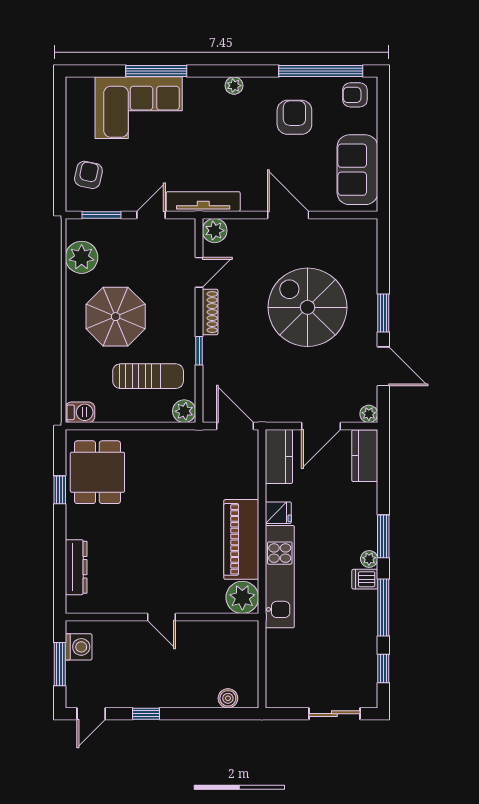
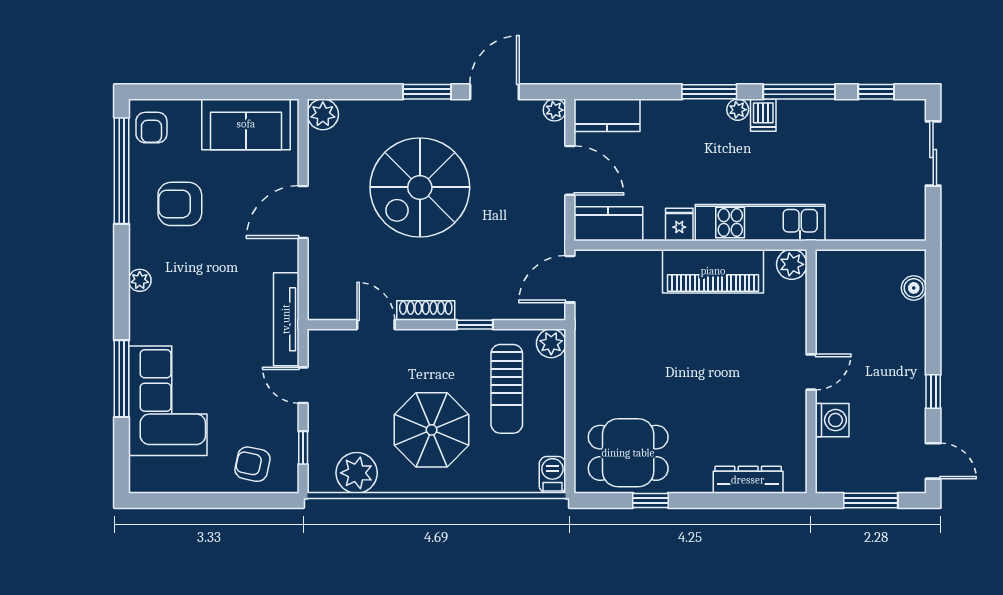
window: (102, 215) -> (303, 448), width x0.67
plant: (215, 231) -> (323, 114), moved
sun lounger: (148, 376) -> (507, 389), turned 180
plant: (242, 597) -> (792, 264), width x0.73, depth x0.73
washing machine: (79, 647) -> (832, 420), moved, turned 90

